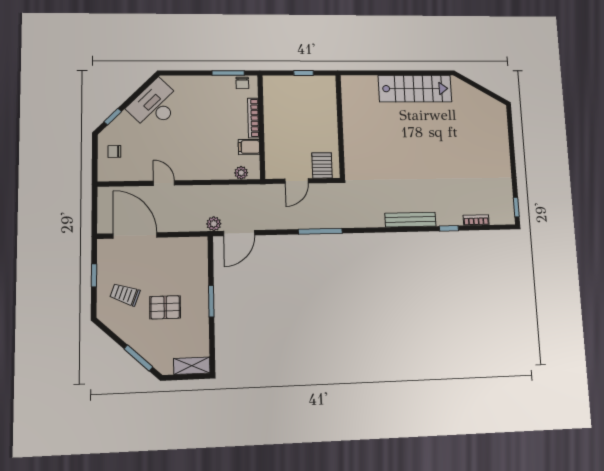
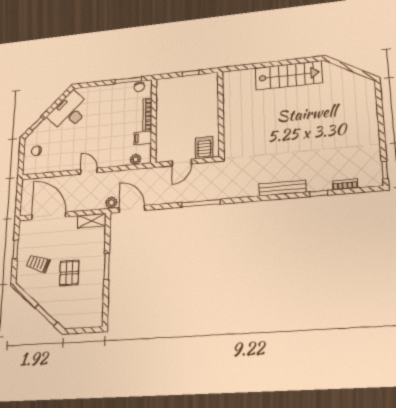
door: (164, 183) -> (89, 171), moved
door: (239, 233) -> (132, 209), swing flipped
pallet: (165, 307) -> (69, 273), turned 90
shelving: (192, 366) -> (92, 221), moved

